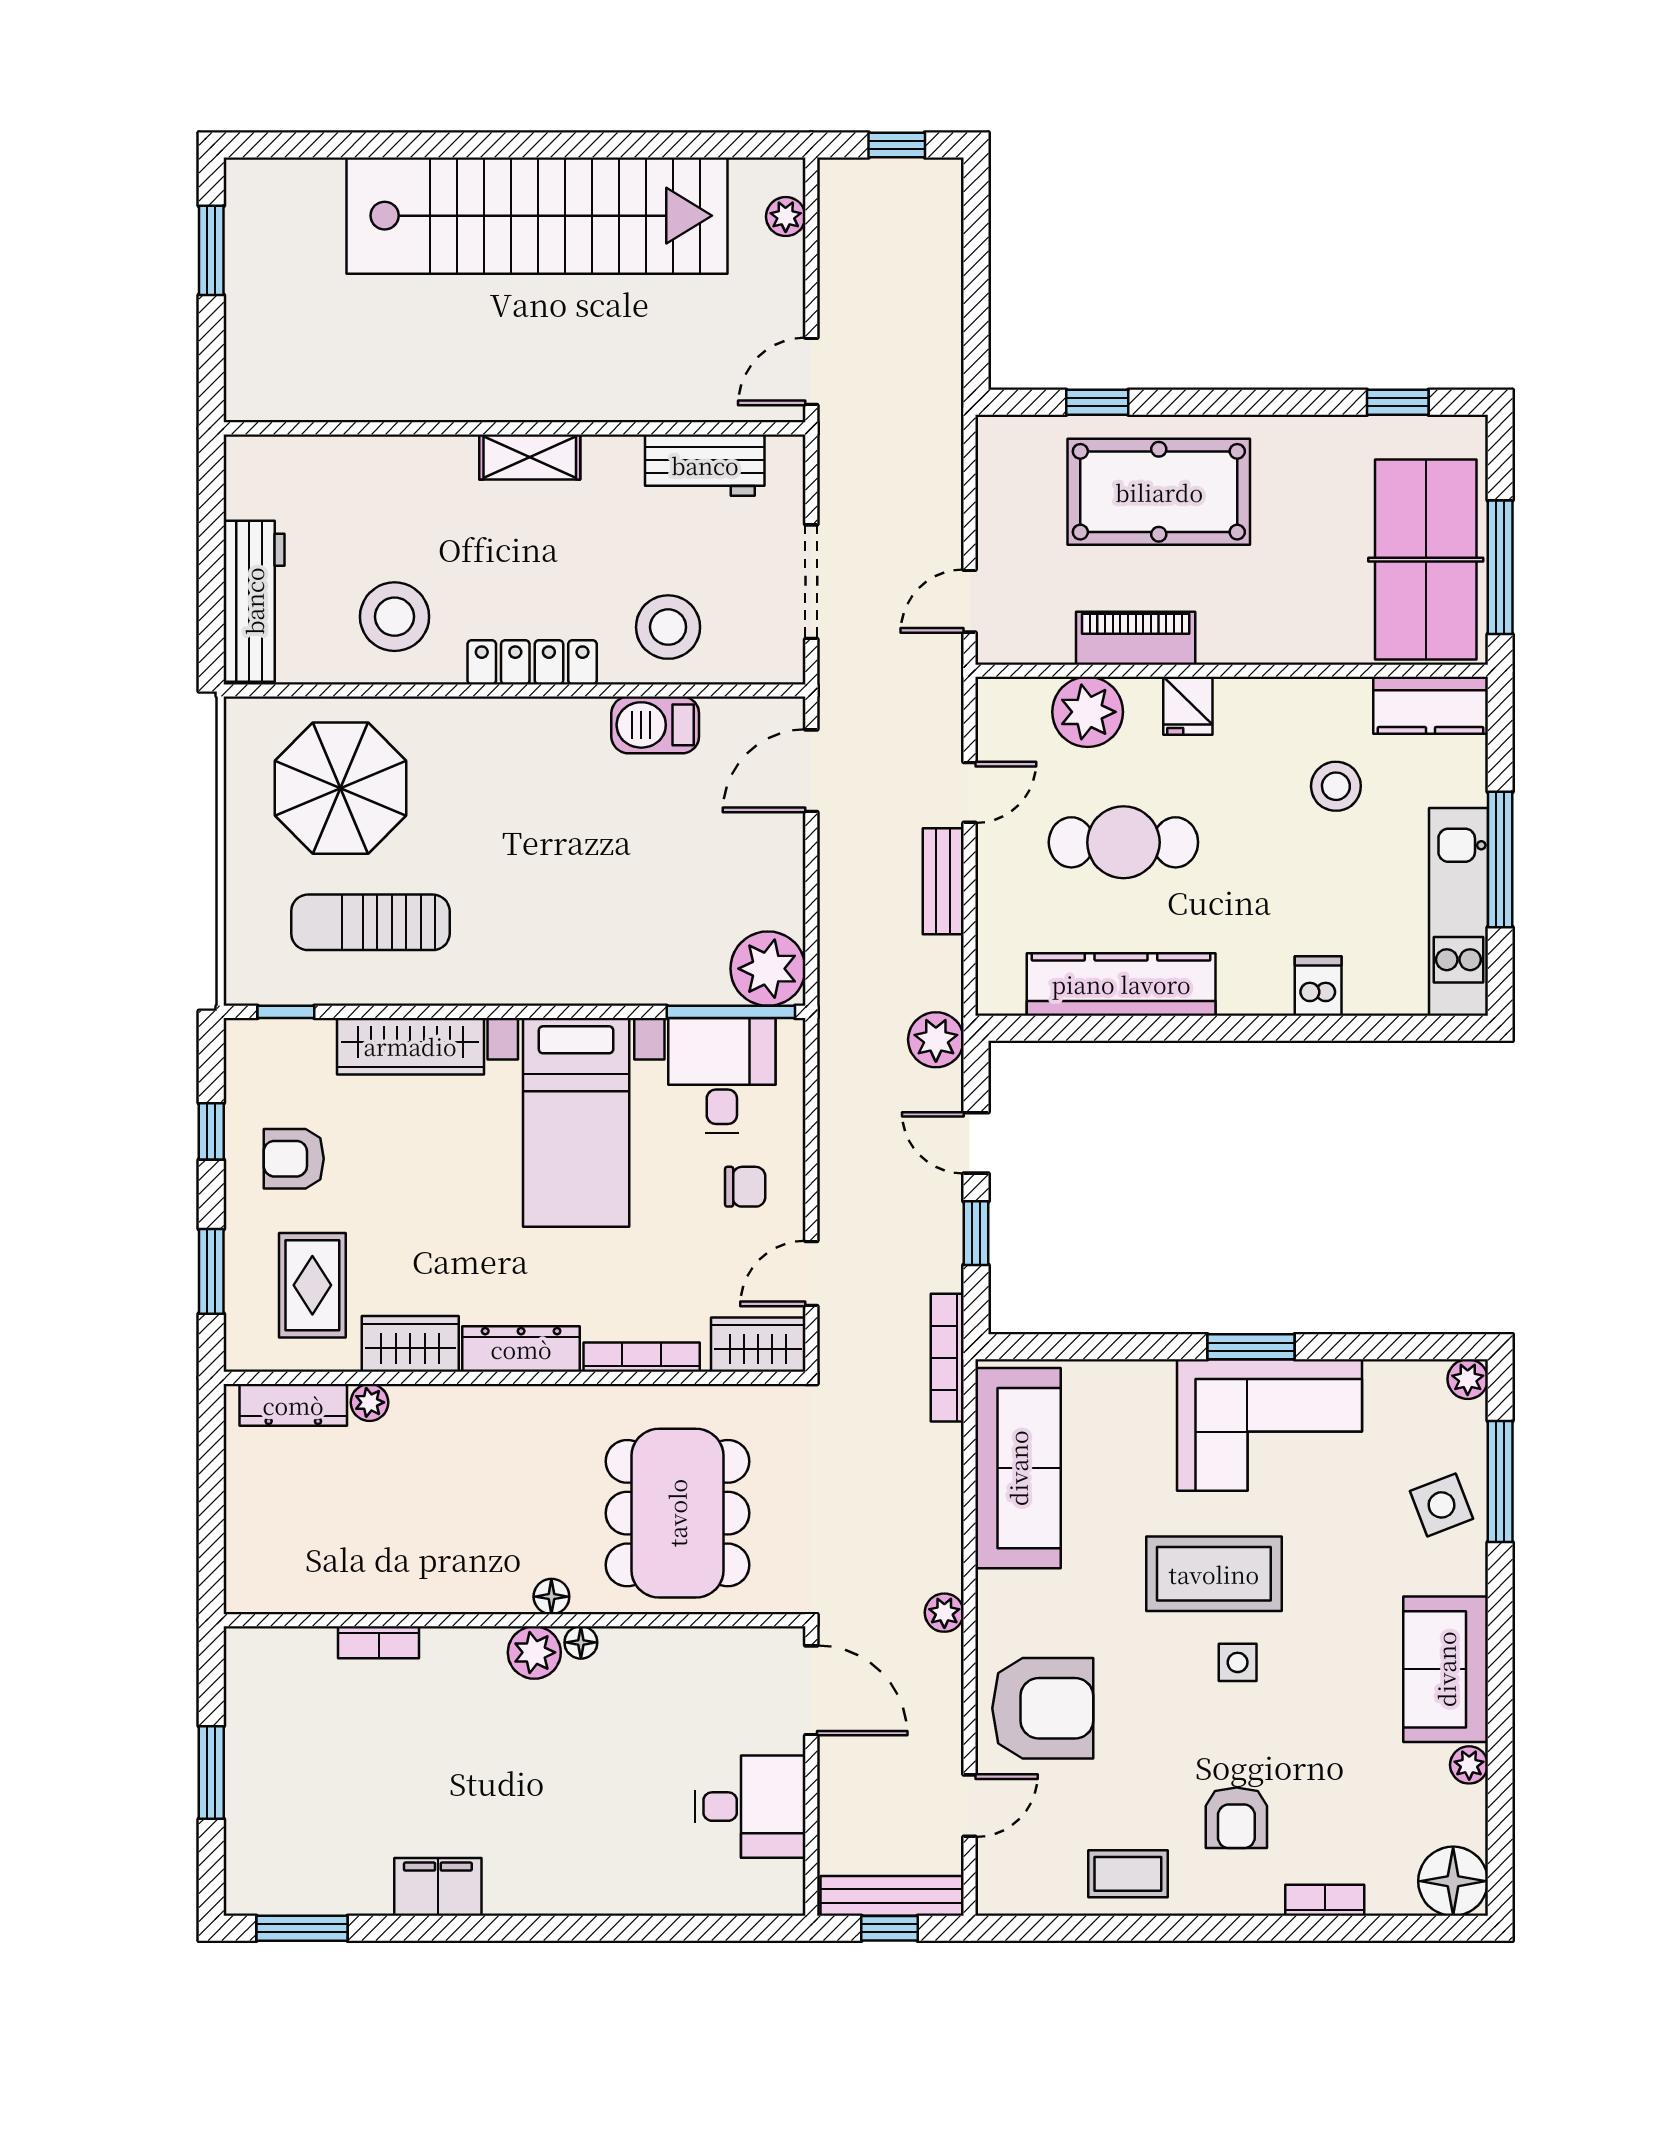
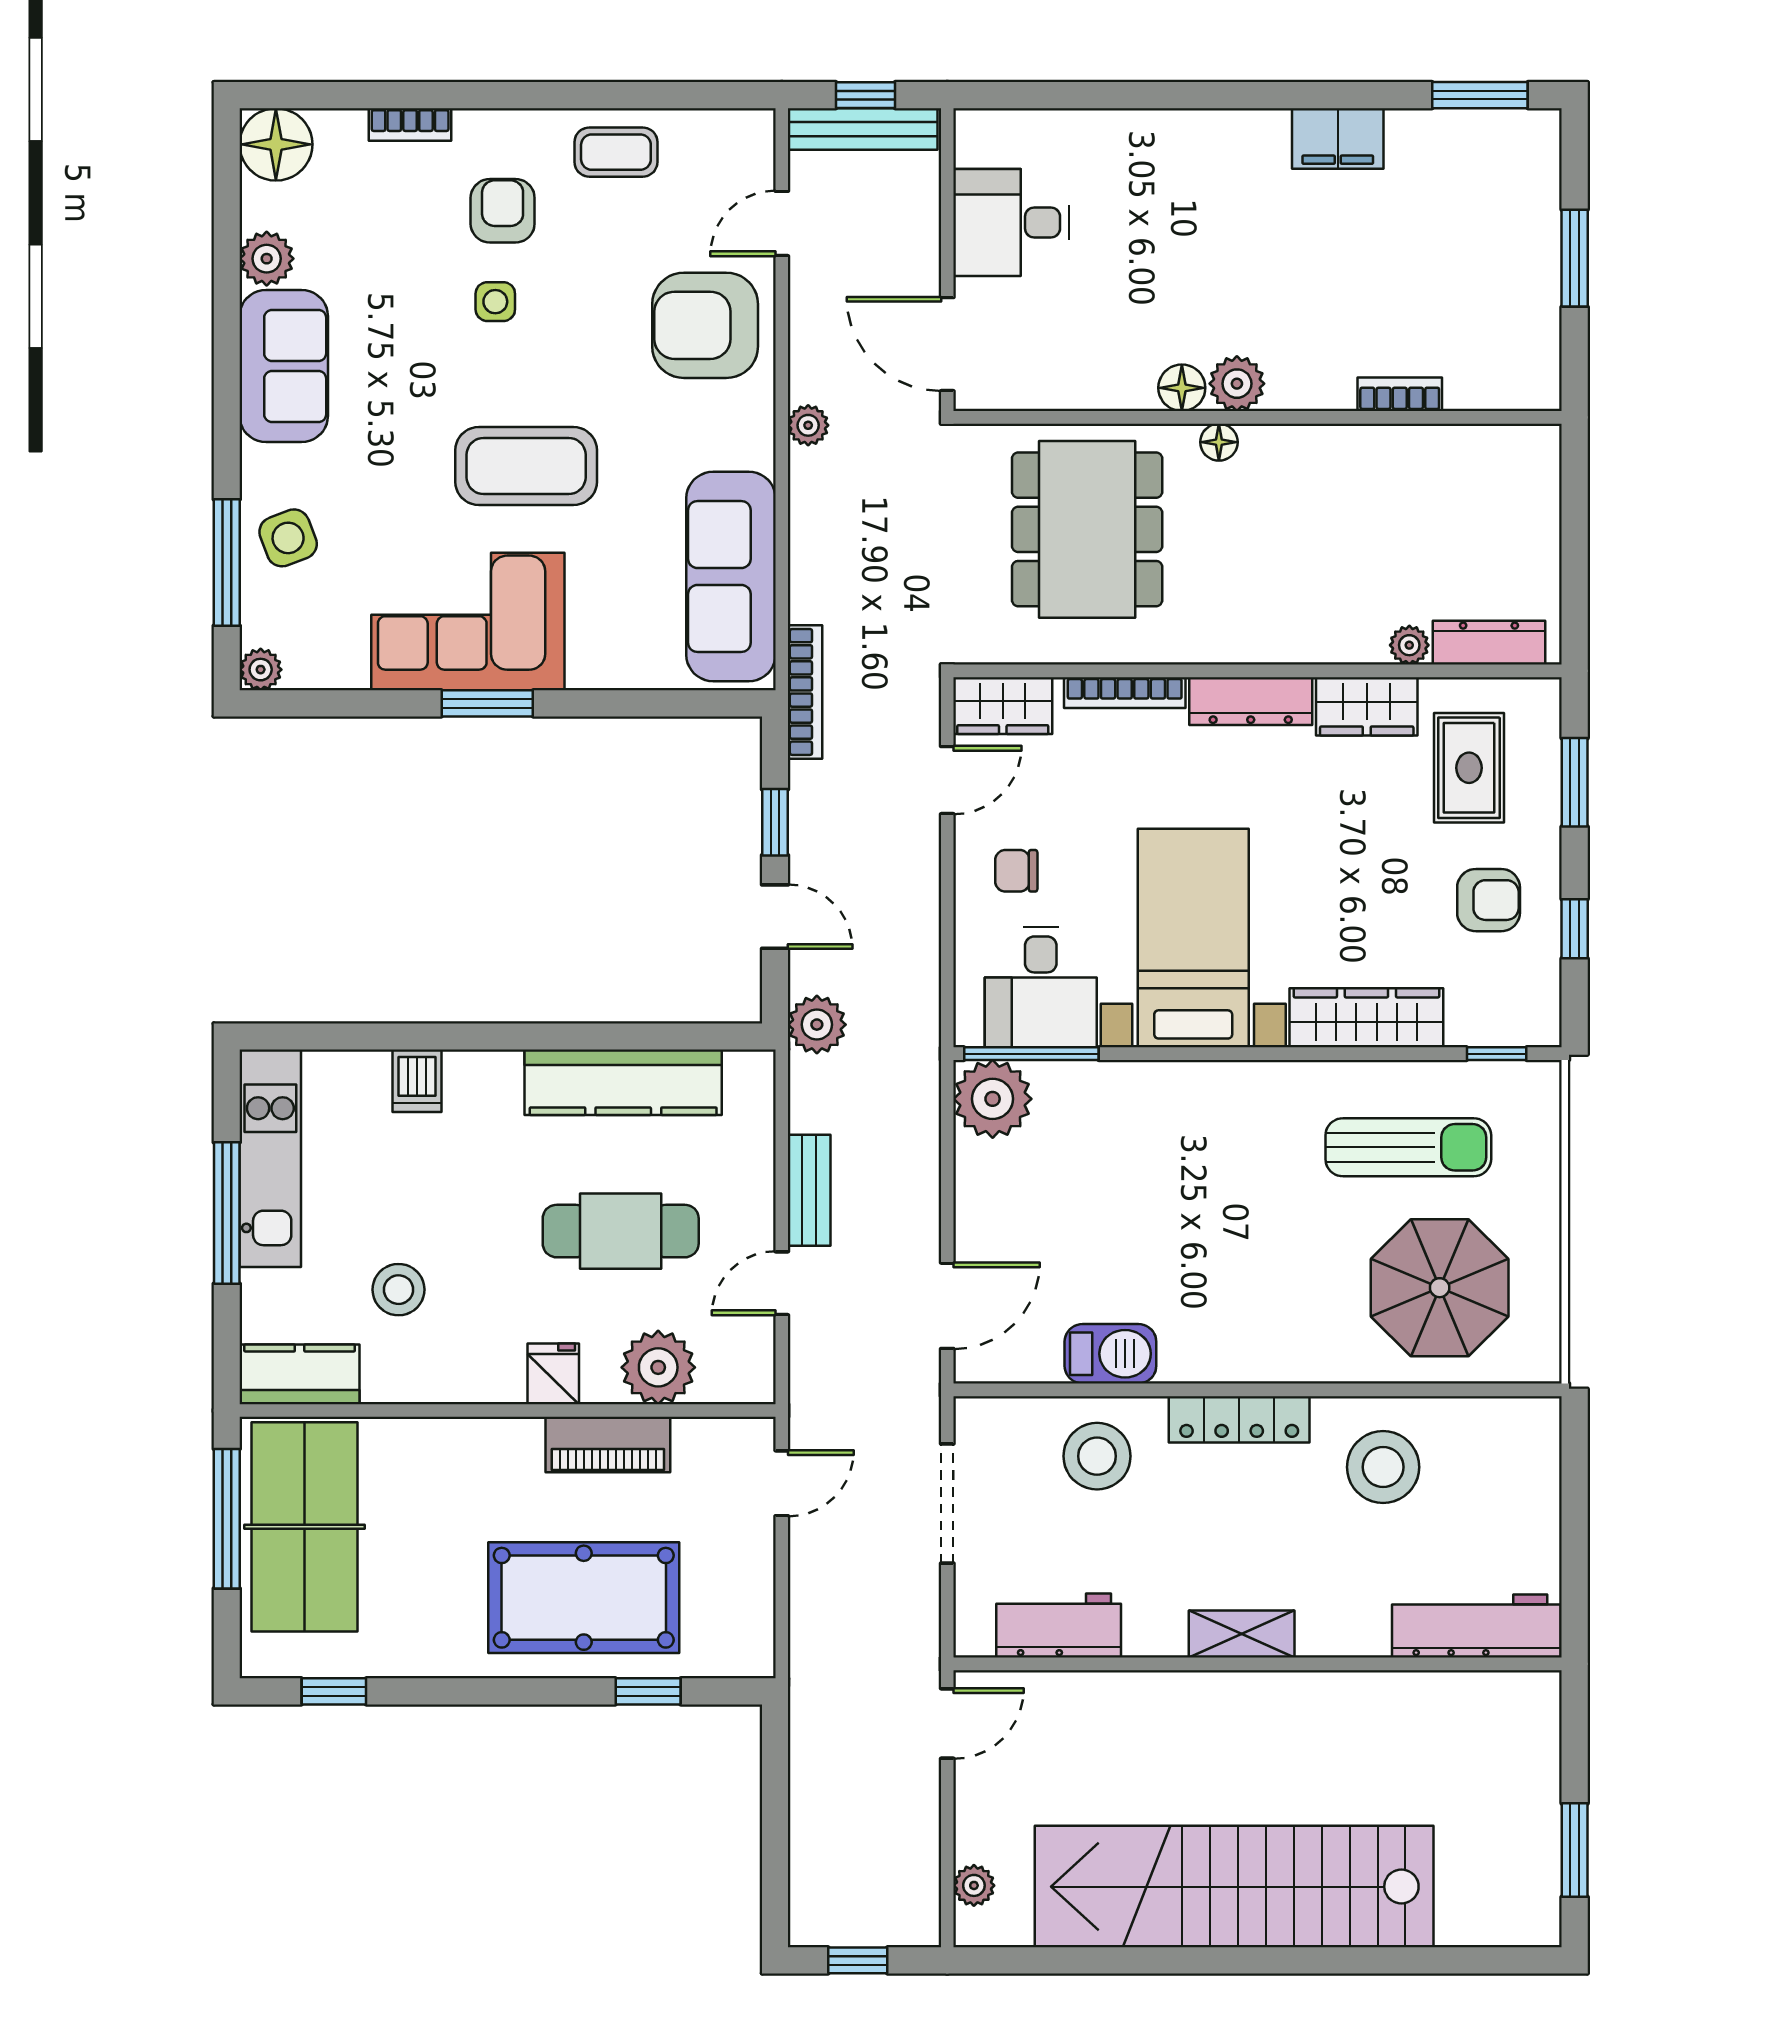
workbench: (254, 601) -> (1476, 1626), moved, turned 90
floor lamp: (581, 1642) -> (1182, 388), width x1.37, depth x1.37
side table: (1238, 1662) -> (495, 302), moved
plant: (1469, 1765) -> (267, 259), width x1.38, depth x1.38

